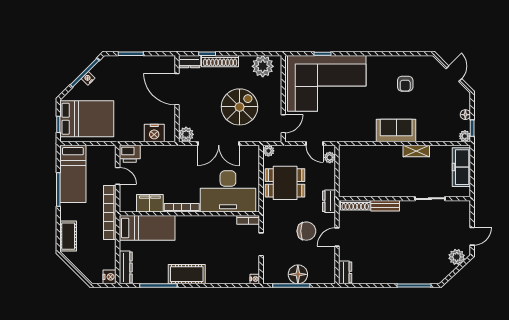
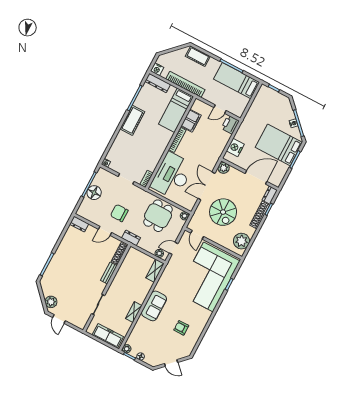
bed: (87, 119) -> (279, 145), moved, turned 90
shelving: (353, 152) -> (155, 271), added
bookcase: (110, 212) -> (185, 84), moved
chair: (306, 231) -> (119, 213), turned 90
door: (337, 237) -> (105, 231), swing flipped

